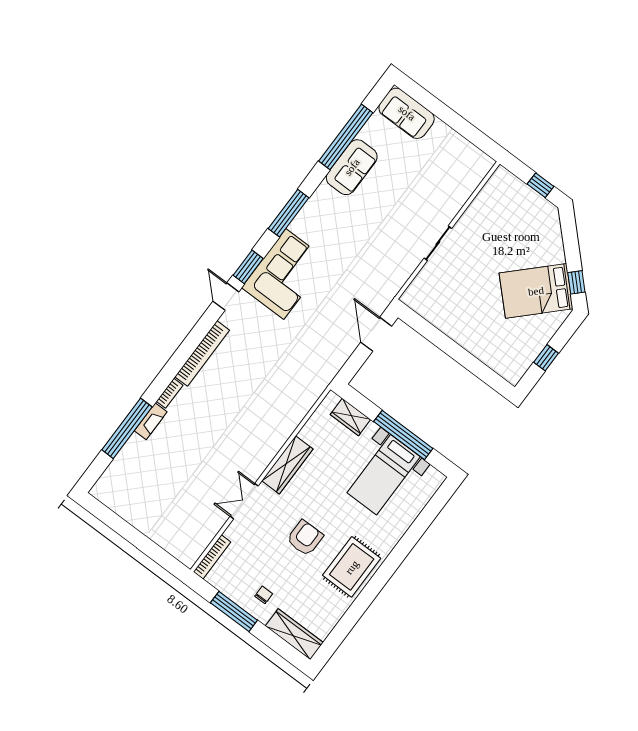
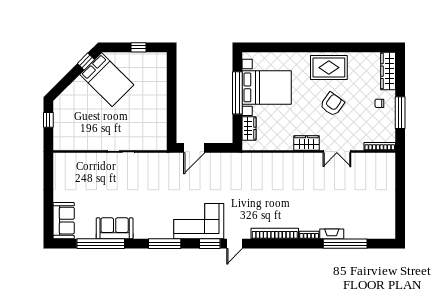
wardrobe: (287, 465) -> (306, 143), width x0.67
bed with nightstands: (384, 475) -> (267, 87), width x1.36
armchair: (305, 538) -> (332, 104), turned 126

